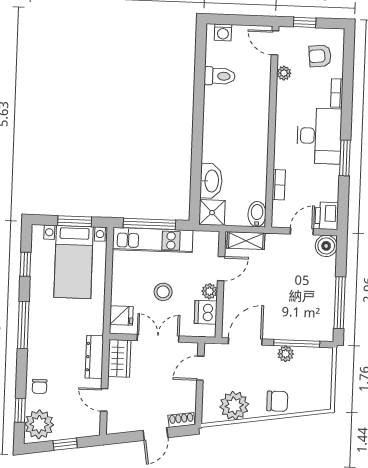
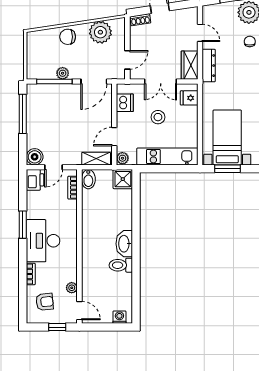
toilet: (220, 76) -> (121, 265), moved
washbasin: (211, 181) -> (124, 244), moved
bookcase: (279, 185) -> (73, 188), moved
window: (149, 224) -> (170, 169), removed
plant: (209, 291) -> (122, 158), moved

